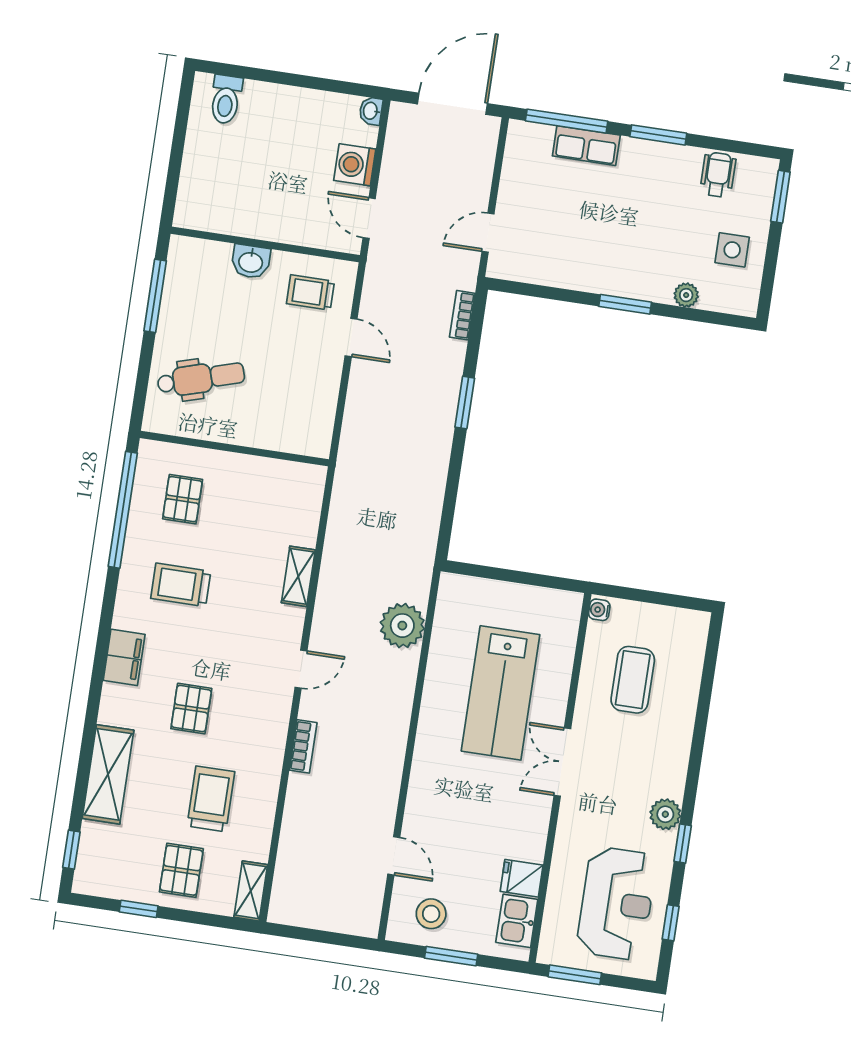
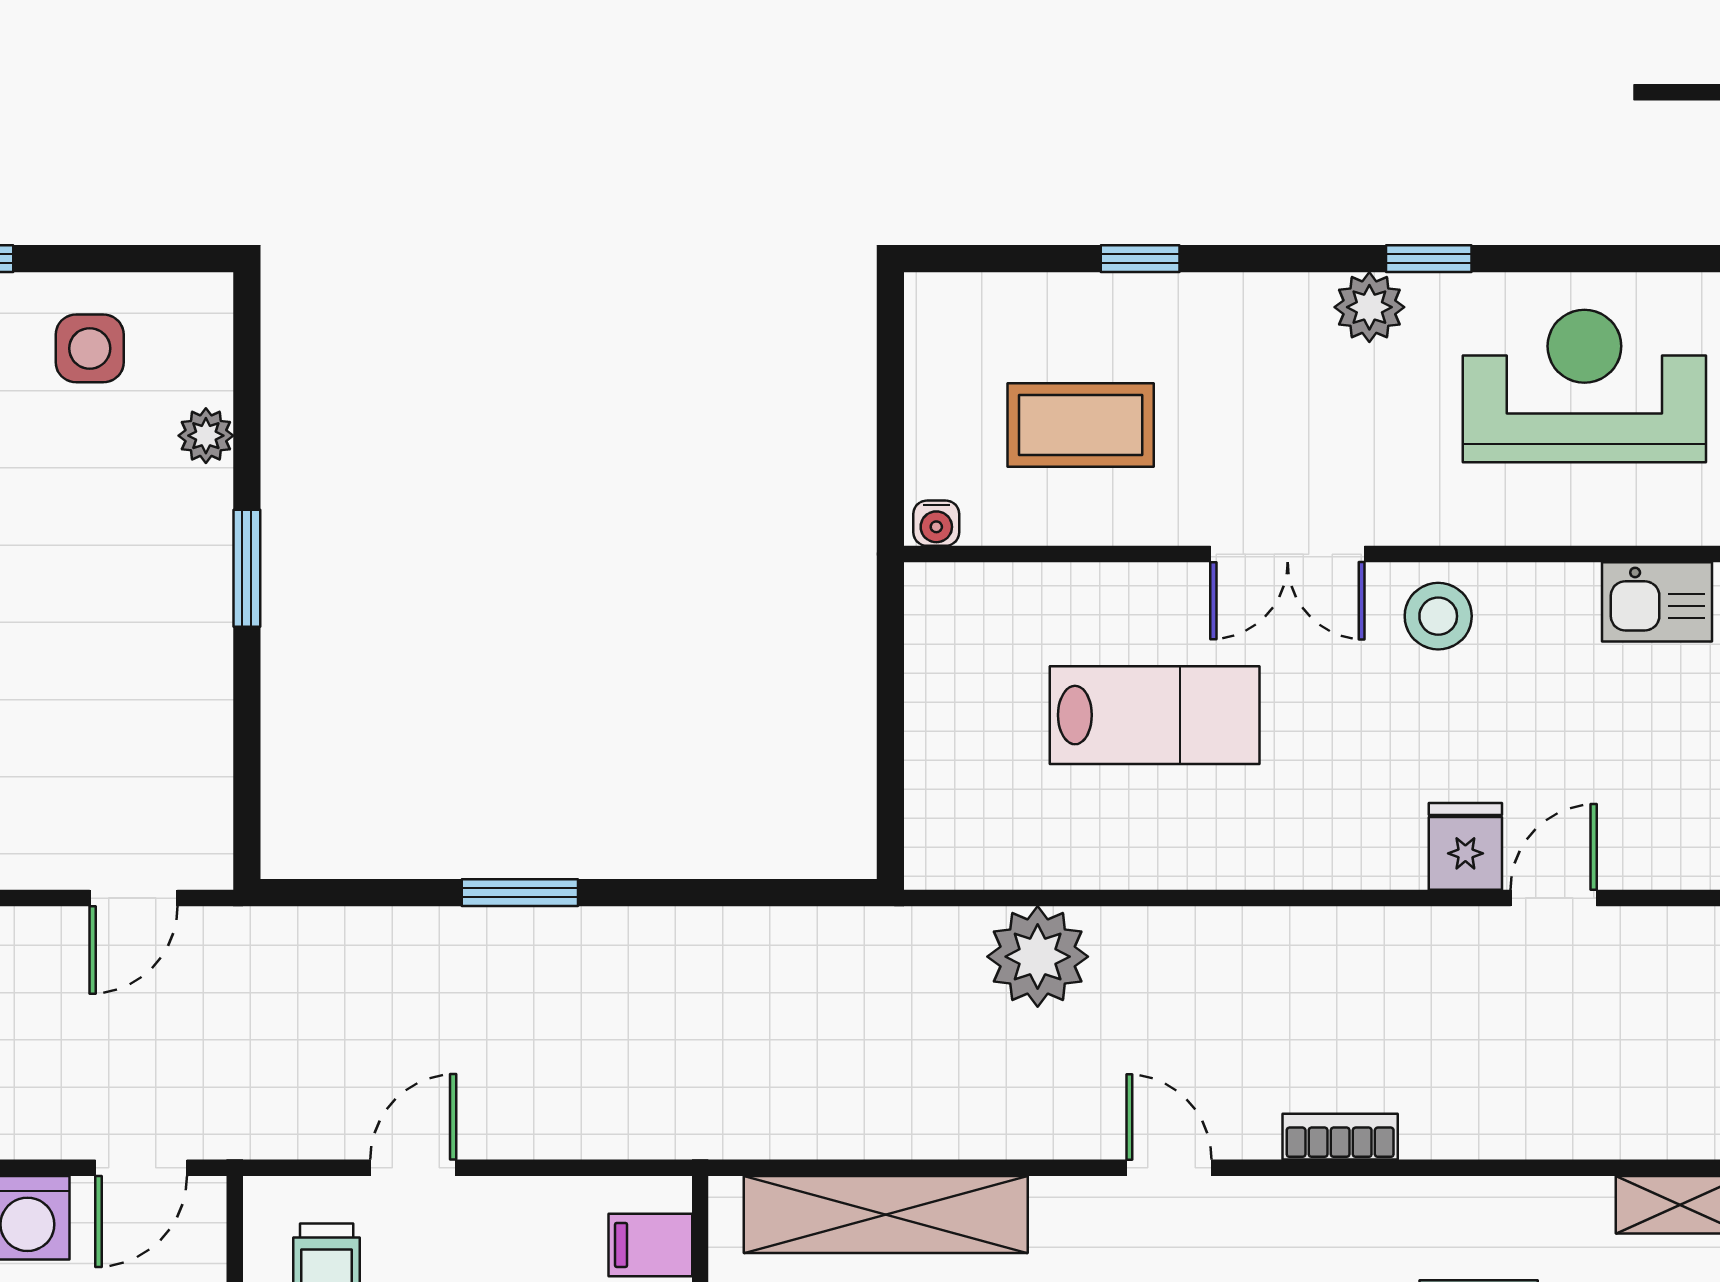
door: (488, 233) -> (134, 898), hinge flipped
bookcase: (462, 315) -> (326, 927), removed
filing cabinet: (301, 436) -> (650, 1245), added
shelving: (298, 576) -> (886, 1214), width x2.20, depth x1.33
lab bench: (501, 693) -> (1155, 715), width x0.73, depth x0.72
fridge: (522, 878) -> (1465, 846), moved, turned 180
stool: (431, 914) -> (1438, 616), moved
window: (671, 923) -> (1140, 259), moved

